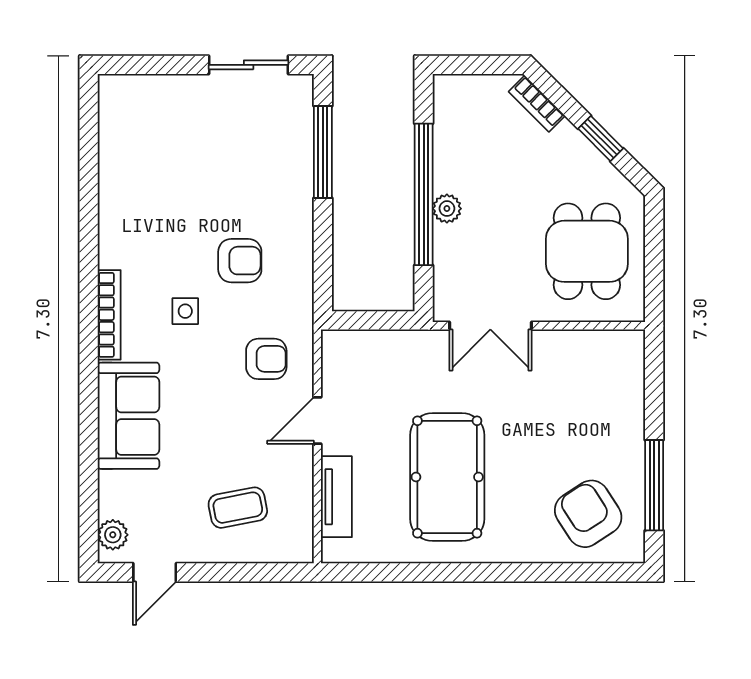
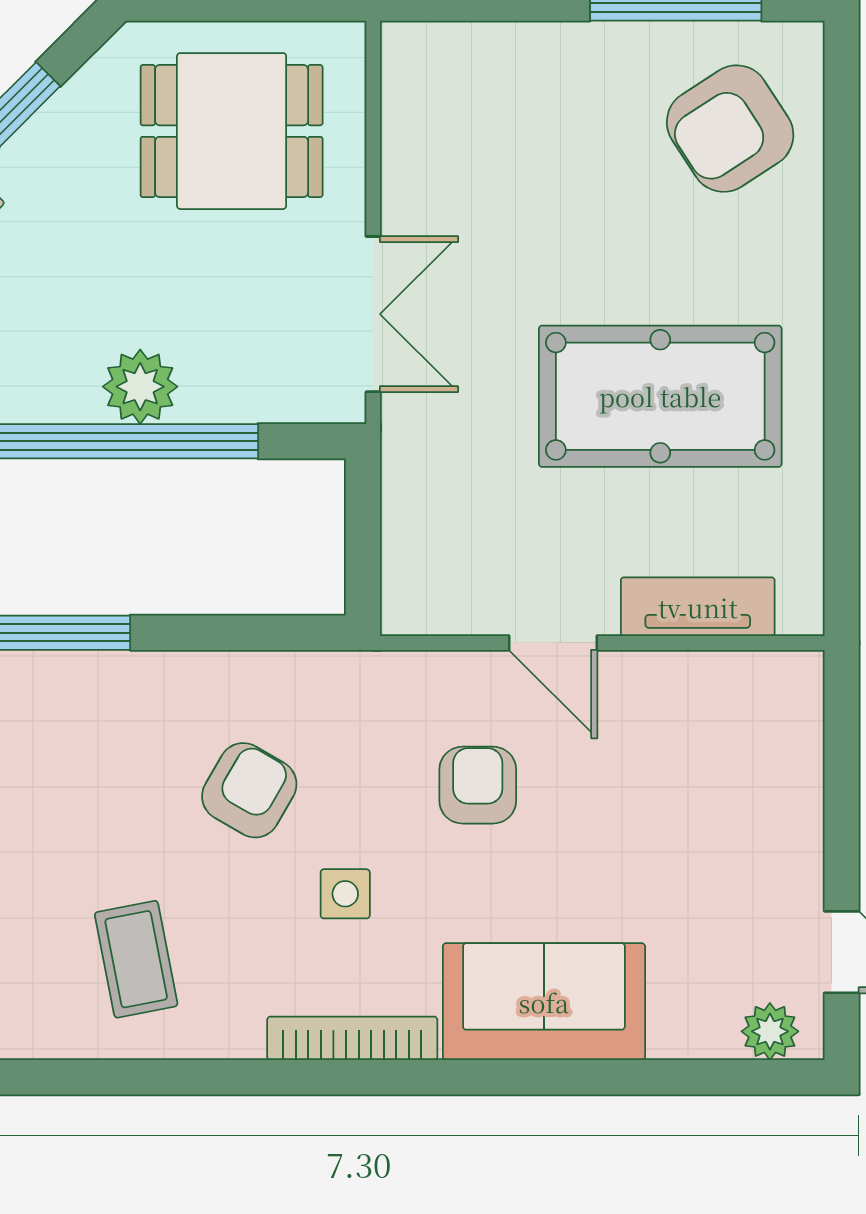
plant: (447, 209) -> (140, 387), width x1.38, depth x1.38
armchair: (240, 261) -> (249, 790), turned 30
armchair: (266, 359) -> (478, 785), moved
coffee table: (238, 508) -> (136, 959), moved

